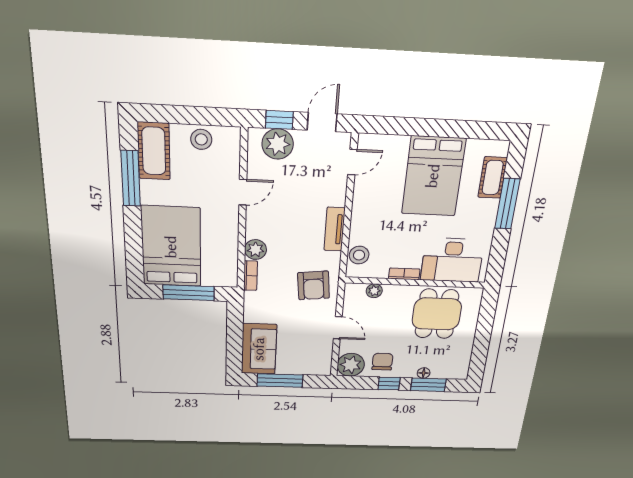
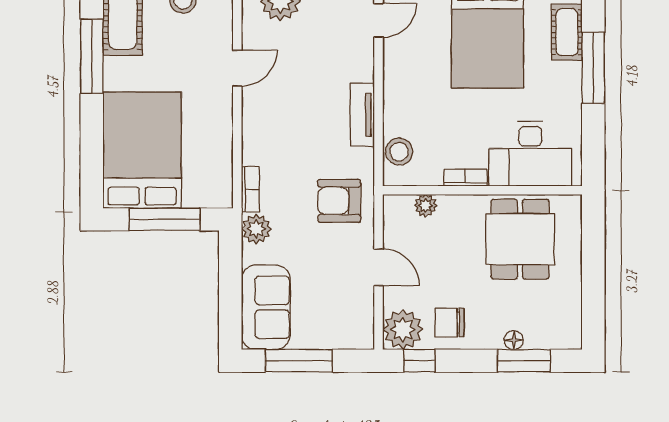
plant: (255, 250) -> (256, 229), moved
armchair: (314, 285) -> (339, 201), turned 96
chair: (382, 362) -> (450, 322), turned -90
window: (389, 384) -> (419, 361), moved

